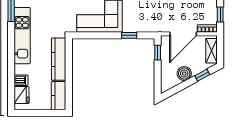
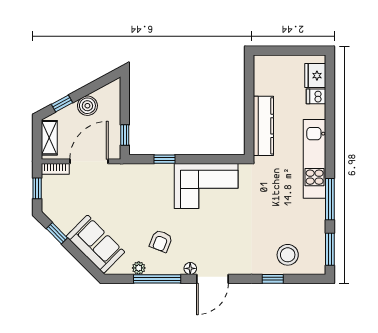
kitchen counter: (59, 96) -> (263, 75), removed

